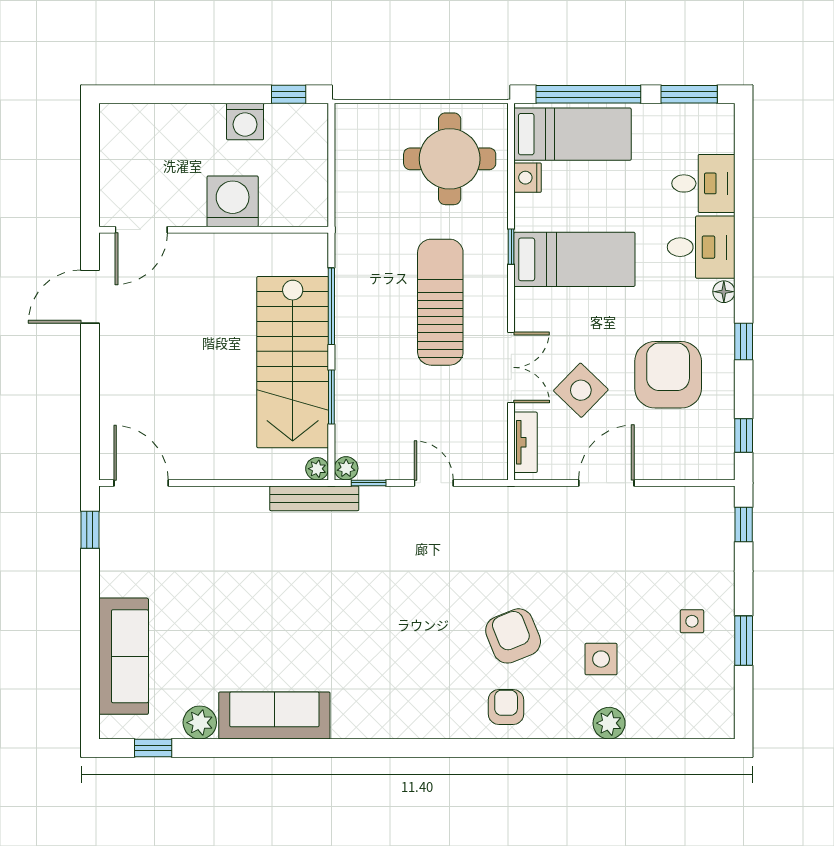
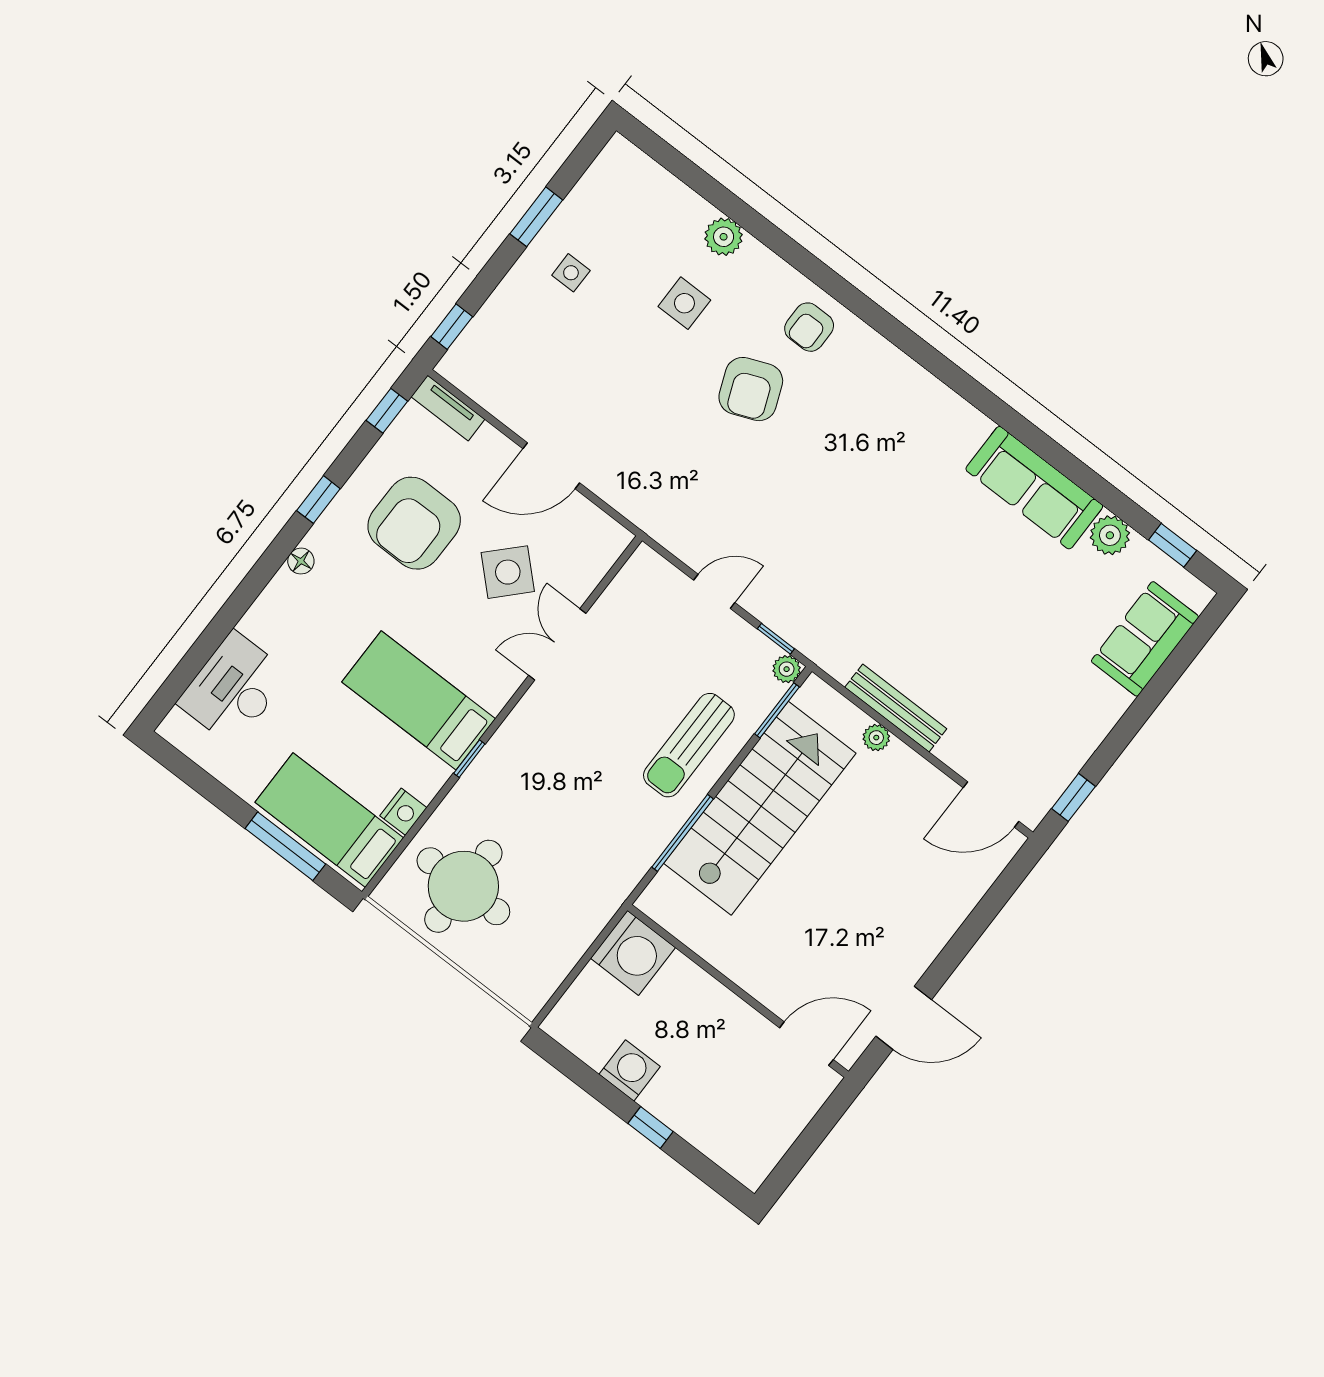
window: (289, 94) -> (650, 1128), moved
window: (588, 94) -> (285, 846), width x0.68
window: (689, 94) -> (190, 773), removed
desk: (703, 183) -> (234, 689), width x1.37
washing machine: (233, 201) -> (633, 953), moved, turned -90
desk: (701, 247) -> (290, 620), removed
sun lounger: (440, 302) -> (689, 745), moved, width x0.73, depth x0.75
window: (331, 397) -> (777, 710), moved
tv unit: (526, 442) -> (448, 408), moved, turned -90
plant: (317, 469) -> (876, 738), moved
door: (141, 483) -> (991, 804), hinge flipped
door: (434, 483) -> (714, 591), swing flipped
bench: (314, 498) -> (896, 708), moved
sofa: (124, 656) -> (1145, 639), width x0.73

